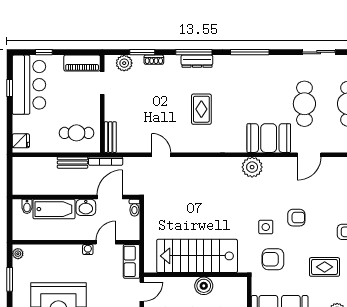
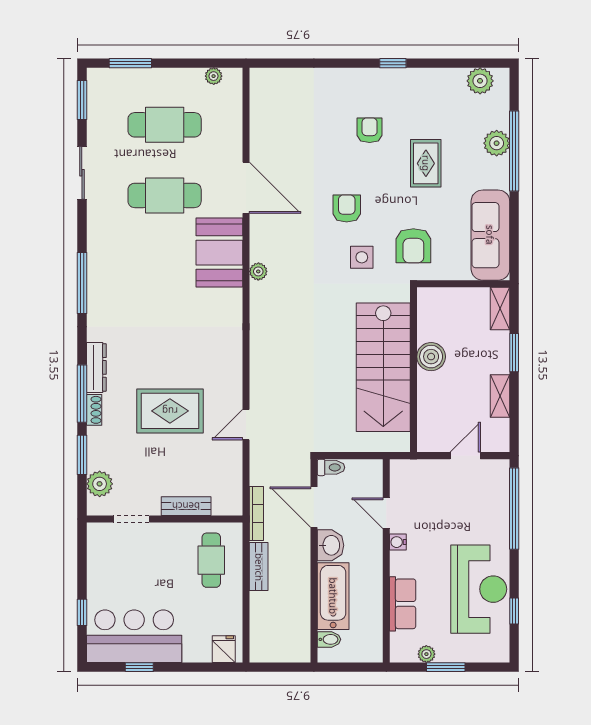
window: (194, 52) -> (82, 394), moved
shoe rack: (154, 60) -> (94, 410), moved
piano: (82, 63) -> (99, 551), removed
rug: (201, 109) -> (170, 411), moved, width x1.36, depth x1.43
bench: (110, 137) -> (186, 506), moved
door: (309, 155) -> (246, 188), width x1.36
plant: (252, 167) -> (258, 271), width x0.53, depth x0.53
plant: (18, 254) -> (426, 654), moved
stairs: (197, 256) -> (383, 367), moved
row of seats: (132, 261) -> (403, 604), moved, turned -90
wall: (196, 275) -> (413, 370), moved
boiler: (204, 286) -> (431, 357), moved
door: (142, 292) -> (465, 456), hinge flipped

